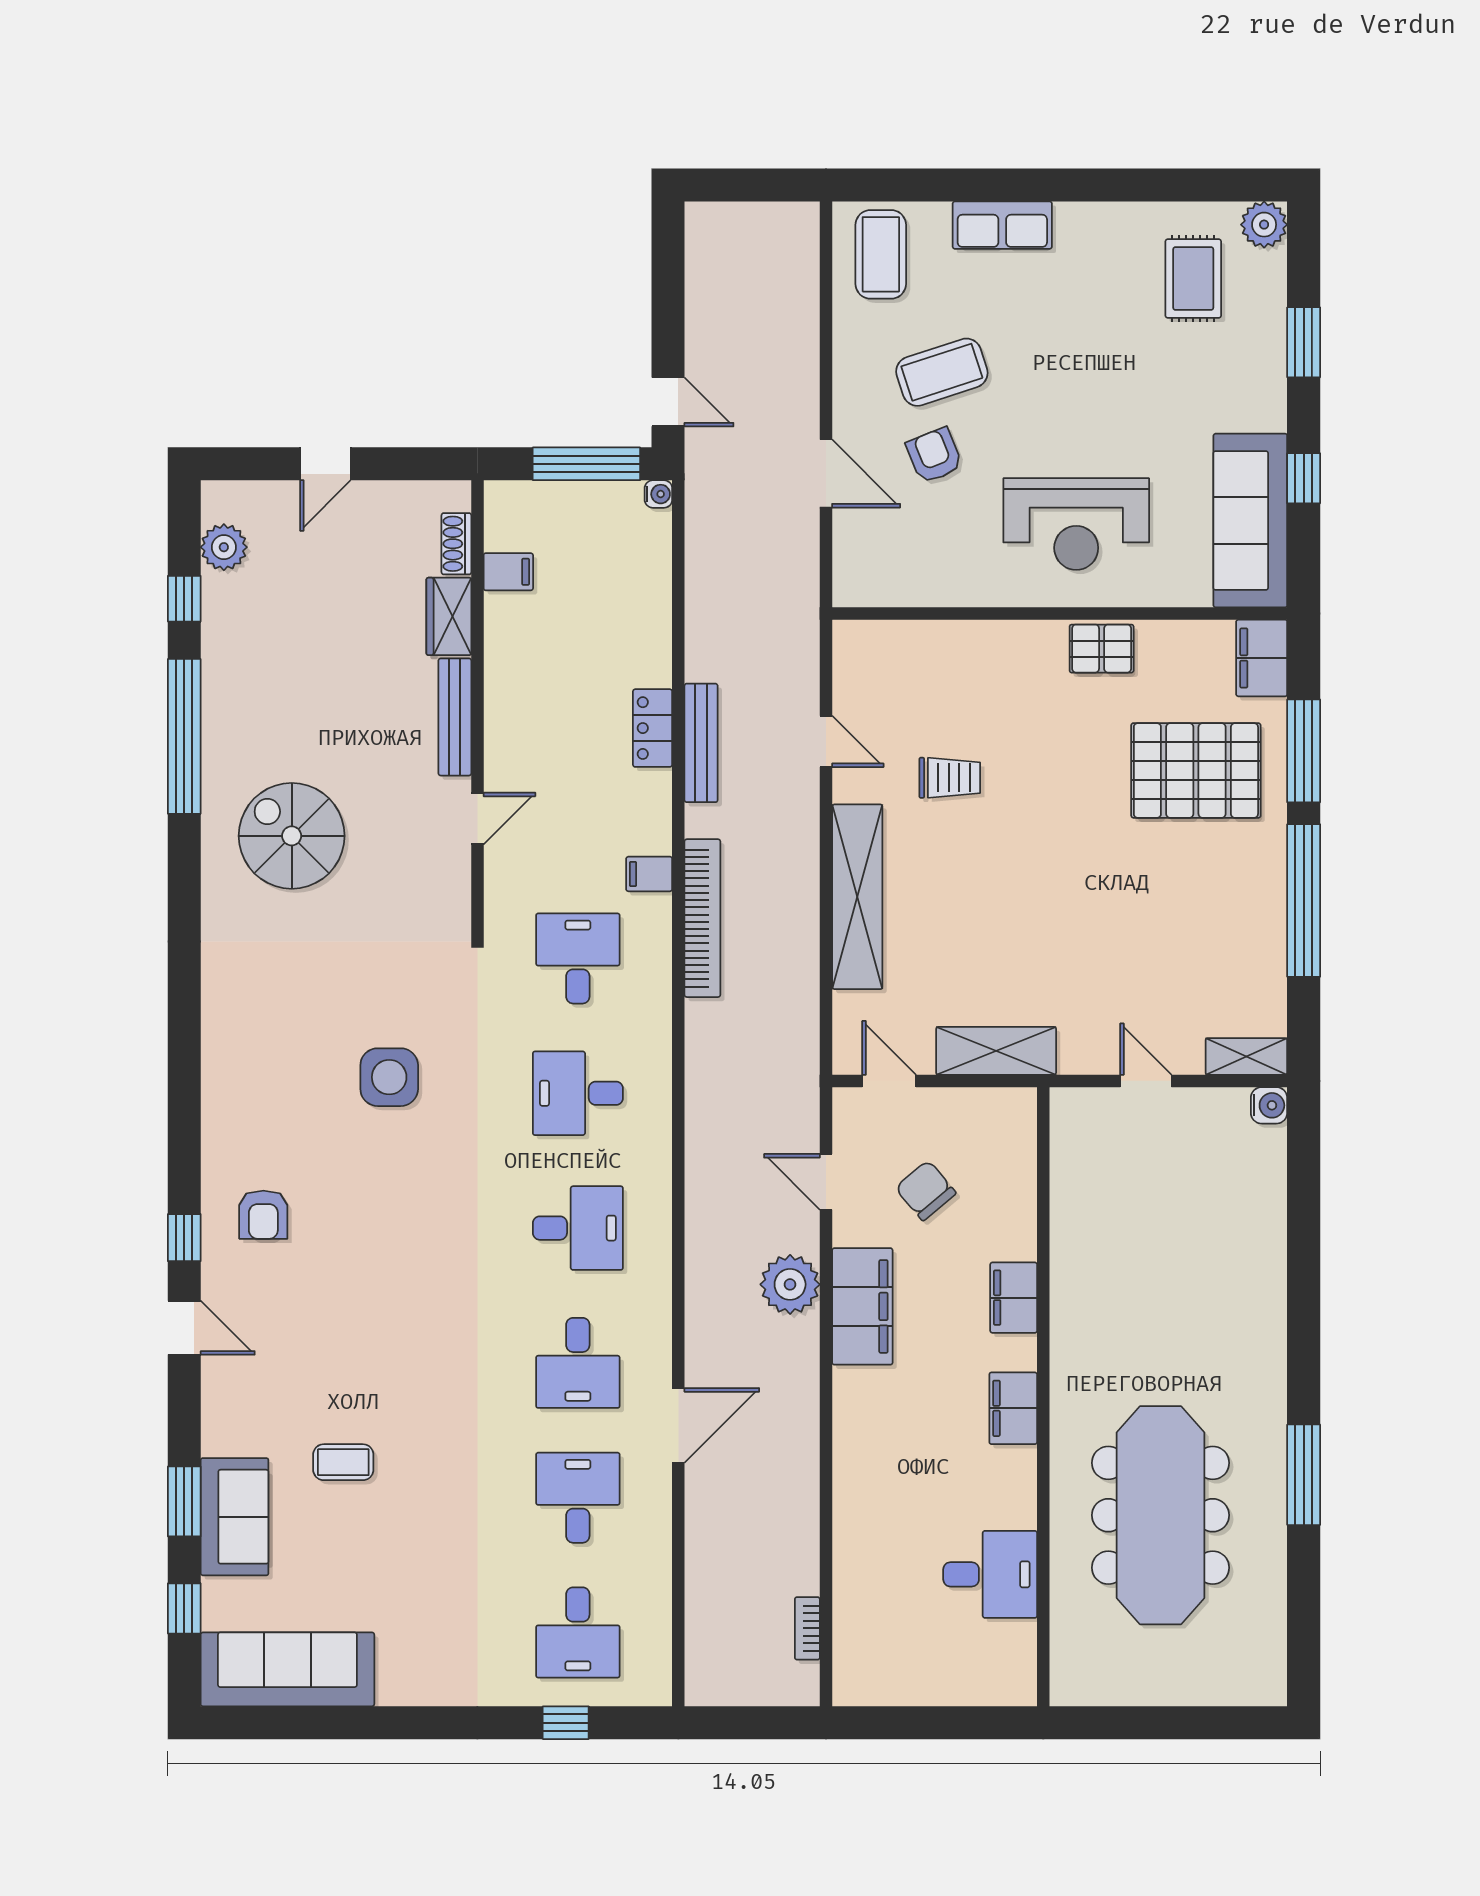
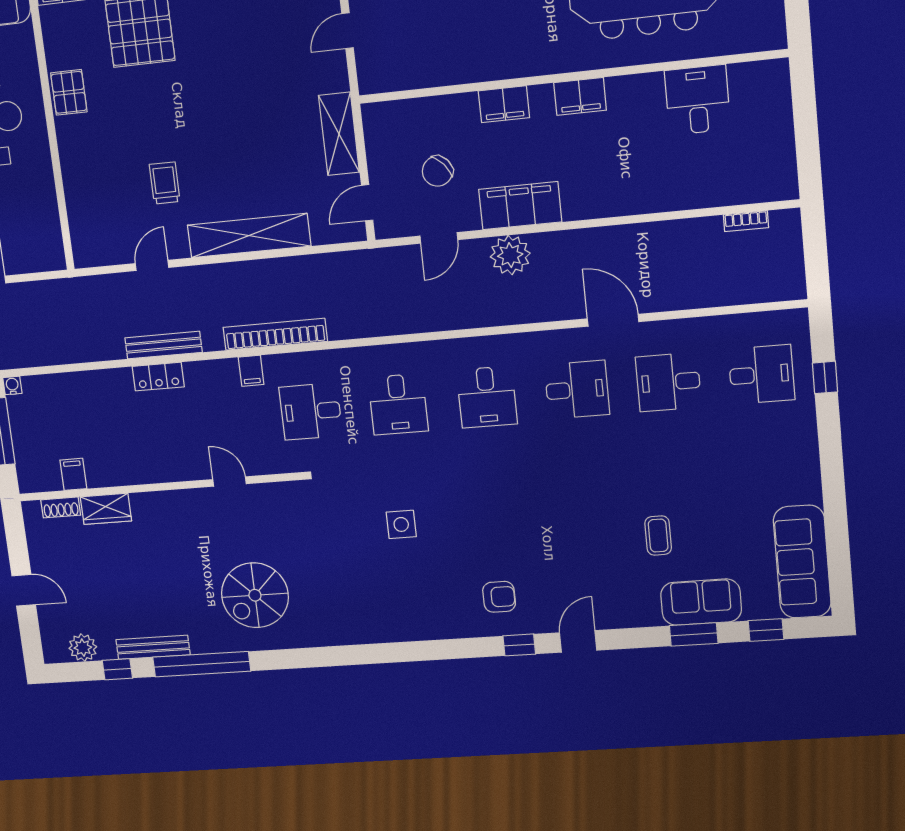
bench: (455, 717) -> (153, 647), moved
side table: (389, 1077) -> (401, 524), width x0.73, depth x0.73
desk: (578, 1228) -> (487, 397), turned 180

